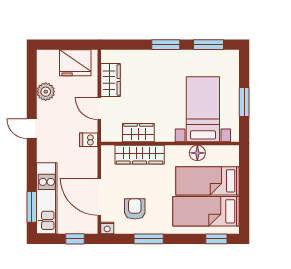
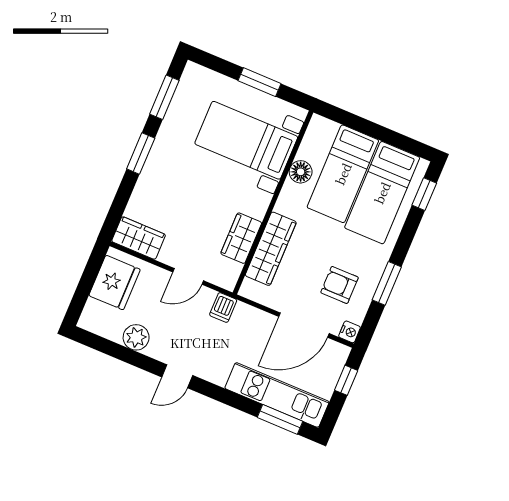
wardrobe: (111, 80) -> (139, 238), moved

